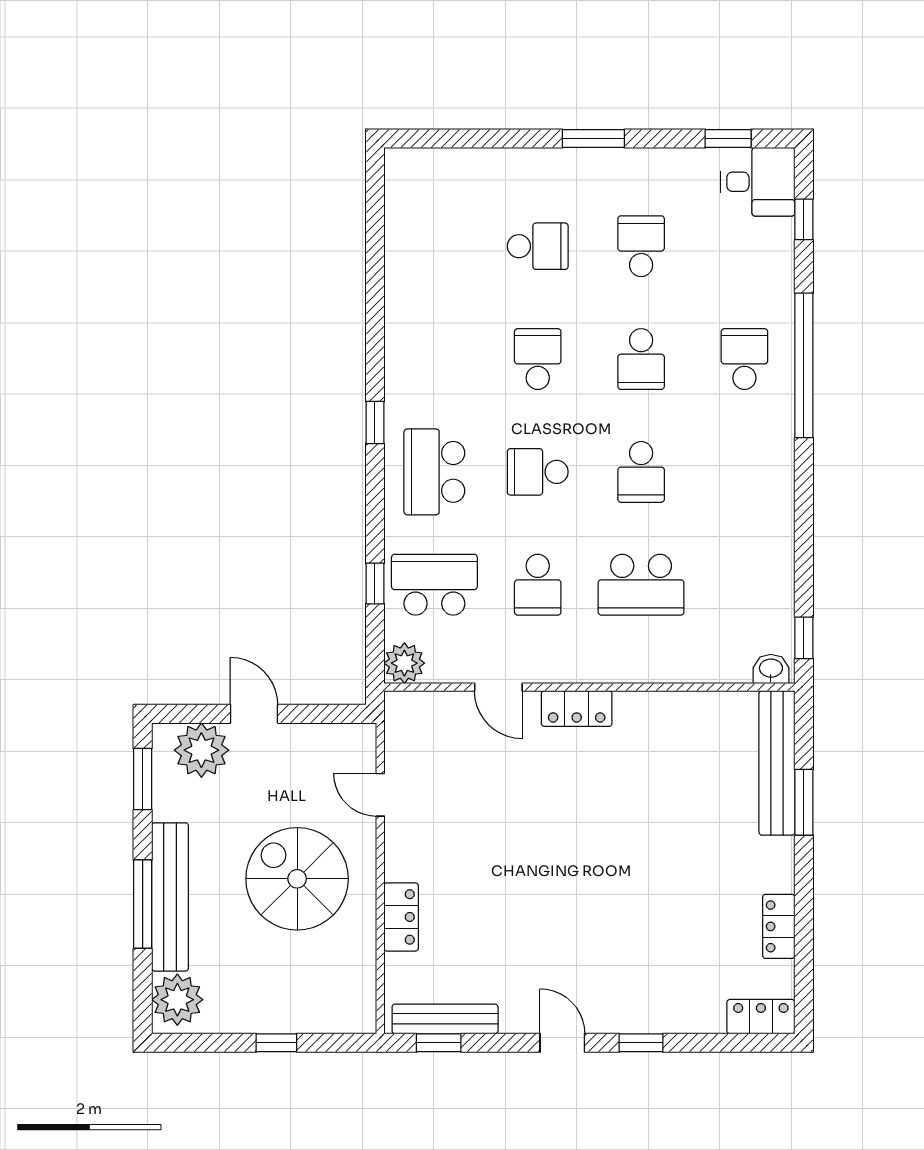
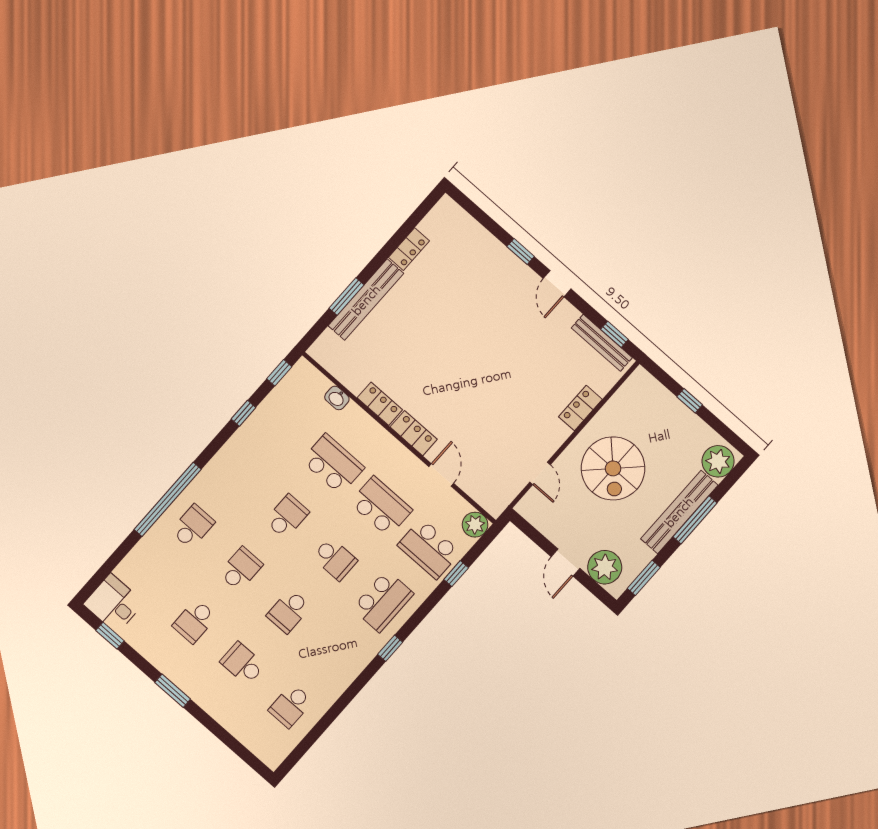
window: (804, 219) -> (244, 413), moved
school desk: (434, 246) -> (291, 706), added
school desk: (744, 359) -> (193, 527), turned 180
school desk: (538, 585) -> (381, 506), width x1.85
washbasin: (771, 669) -> (337, 398), moved
bench: (777, 763) -> (366, 300), moved
locker: (761, 1017) -> (380, 404), moved, turned 180

